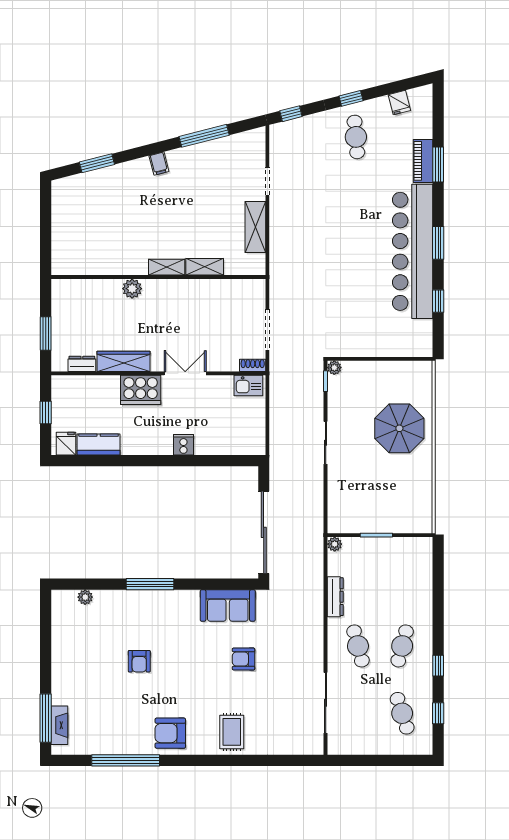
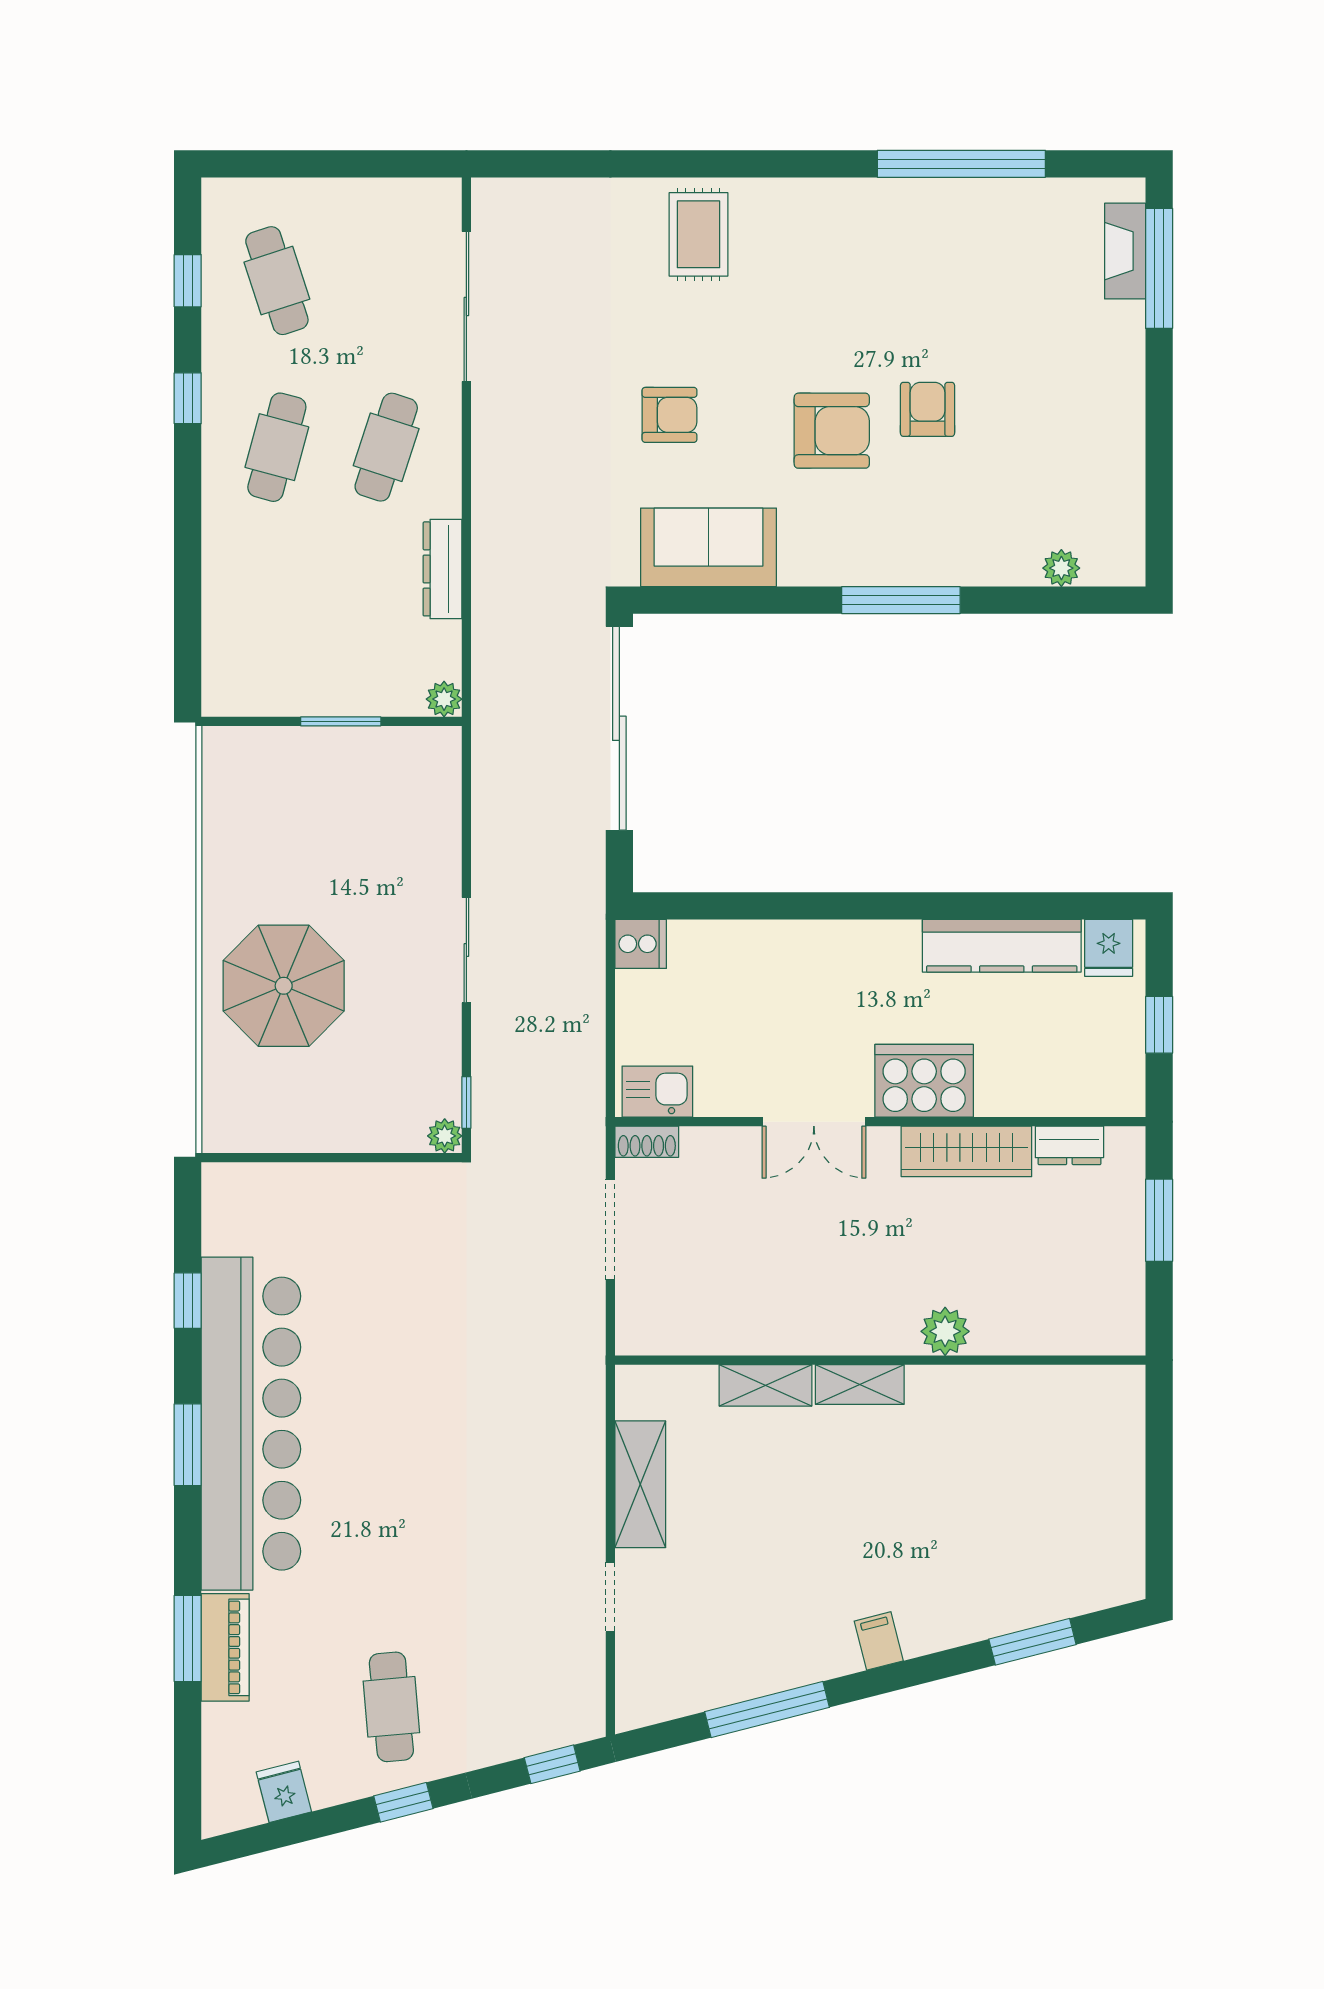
kitchen counter: (99, 444) -> (1002, 946), width x1.50
cooker: (183, 445) -> (641, 944), moved, turned -90
cafe table: (358, 646) -> (386, 447), turned 33
armchair: (170, 733) -> (832, 431), moved

